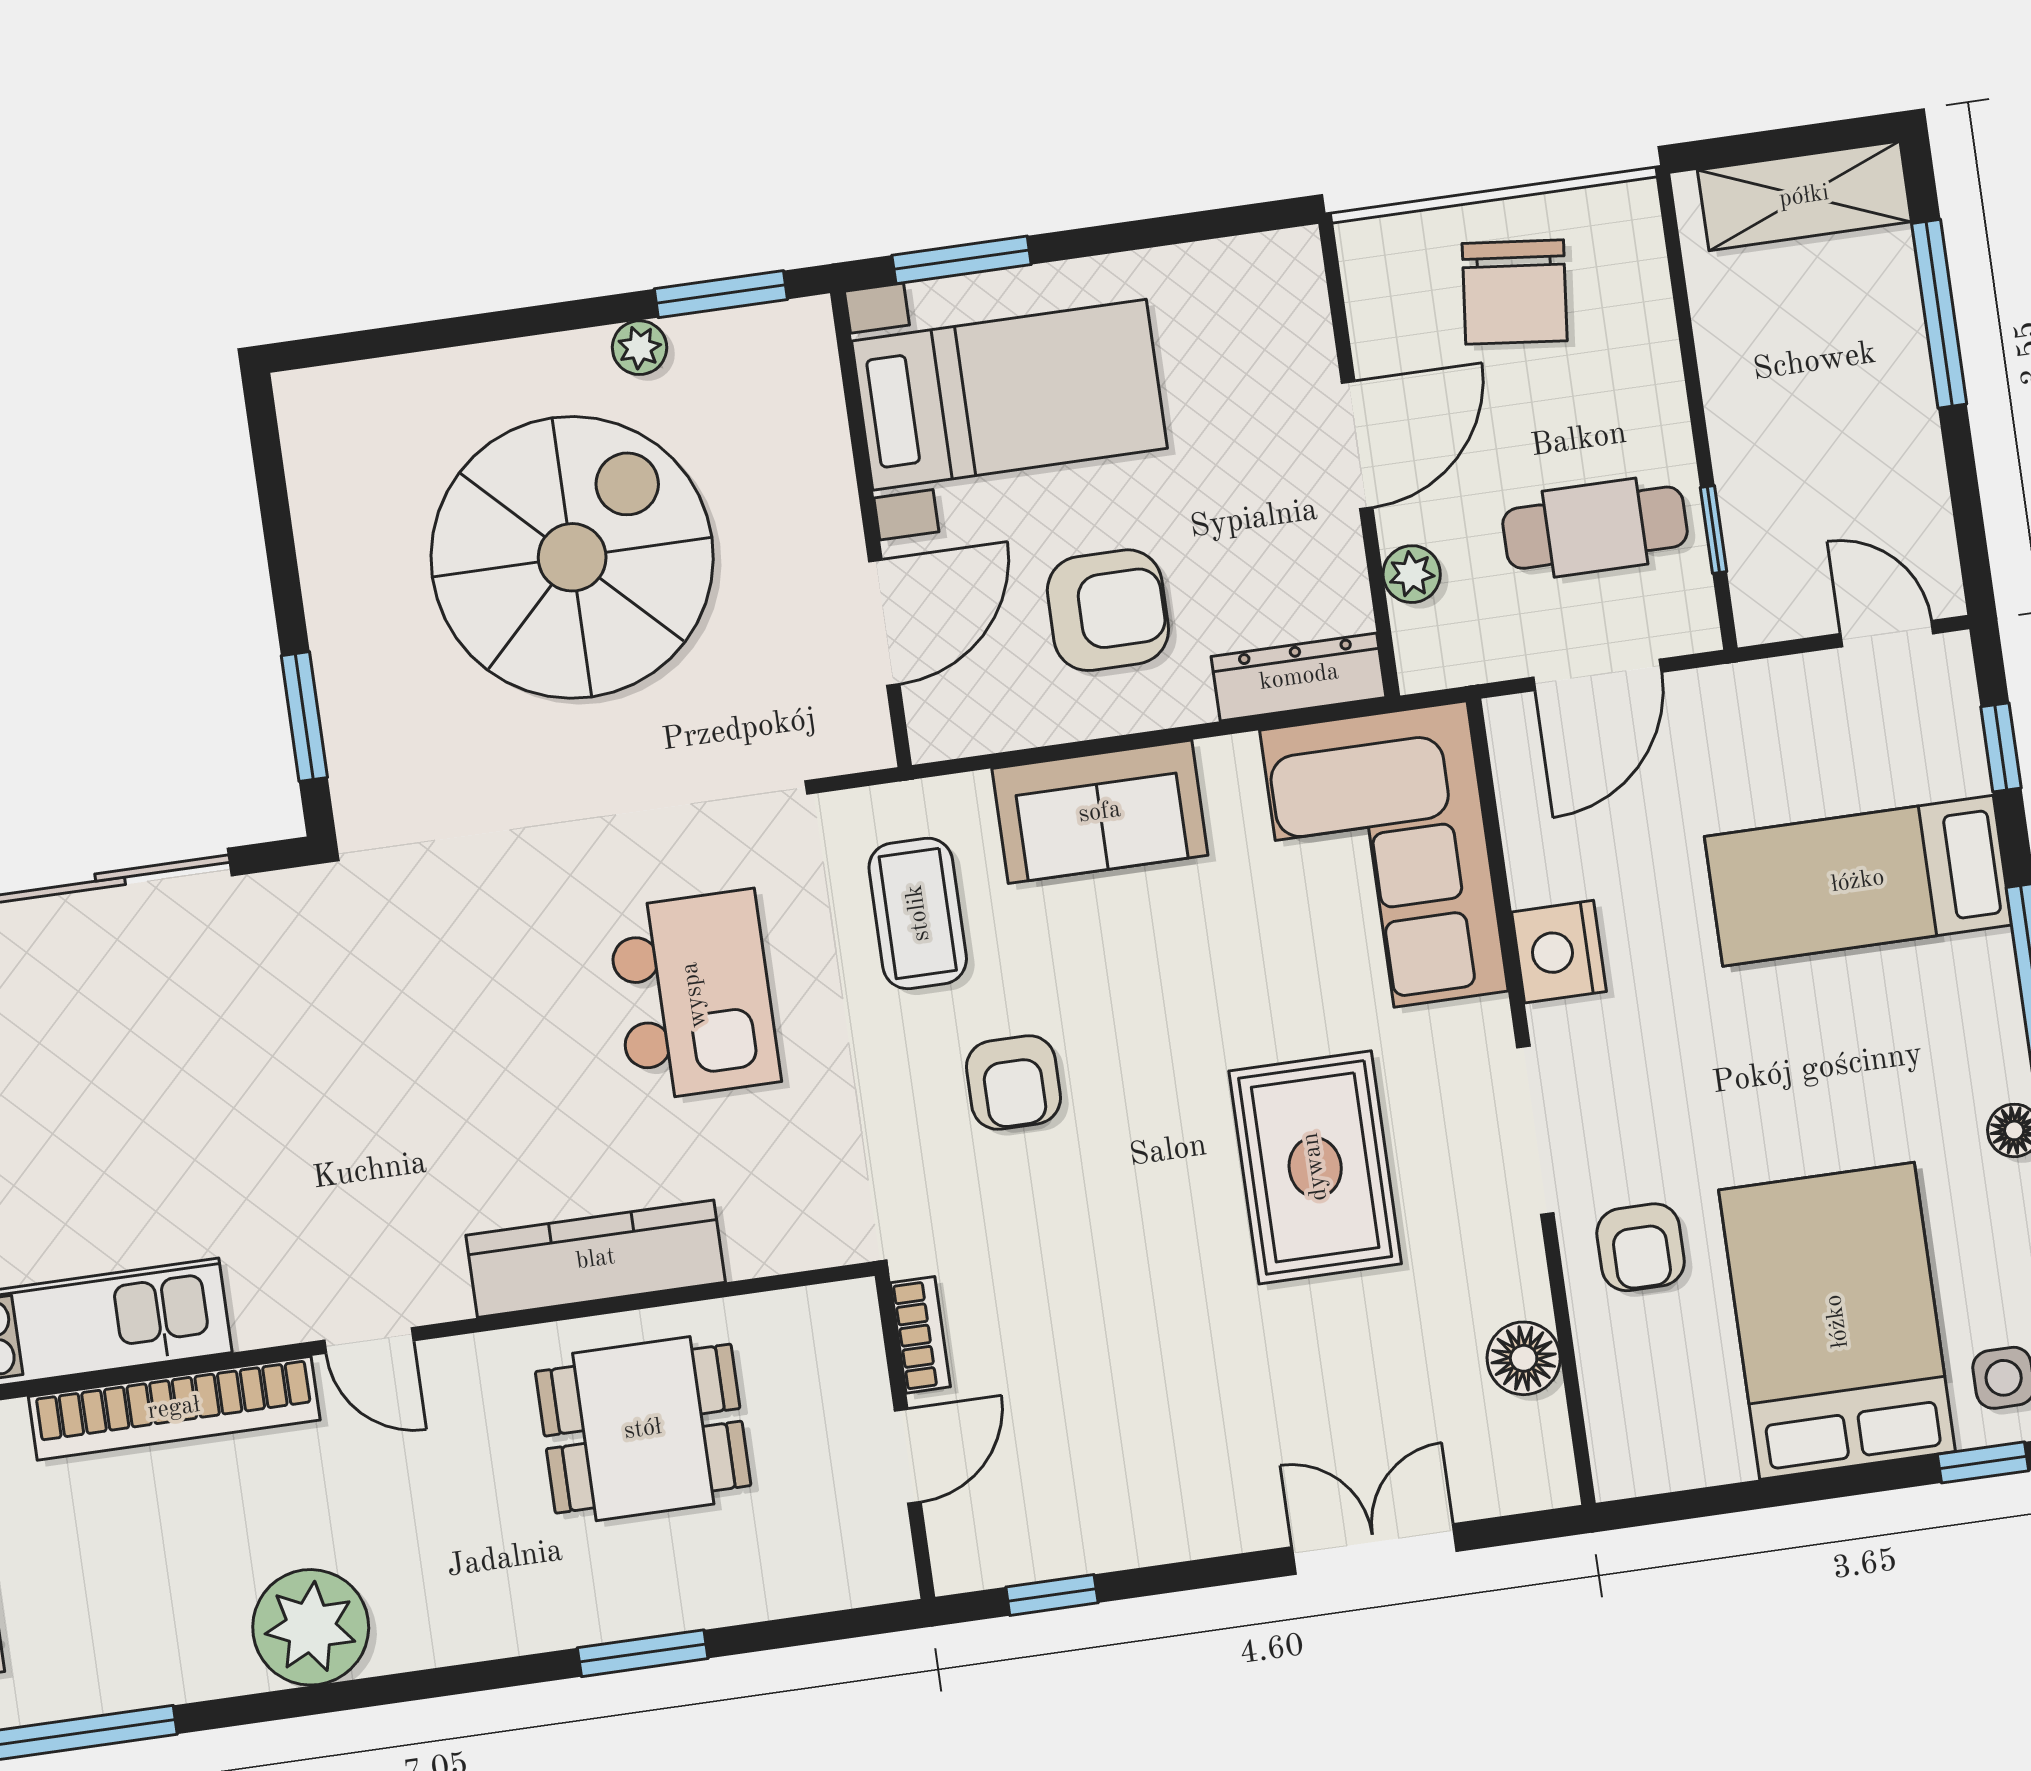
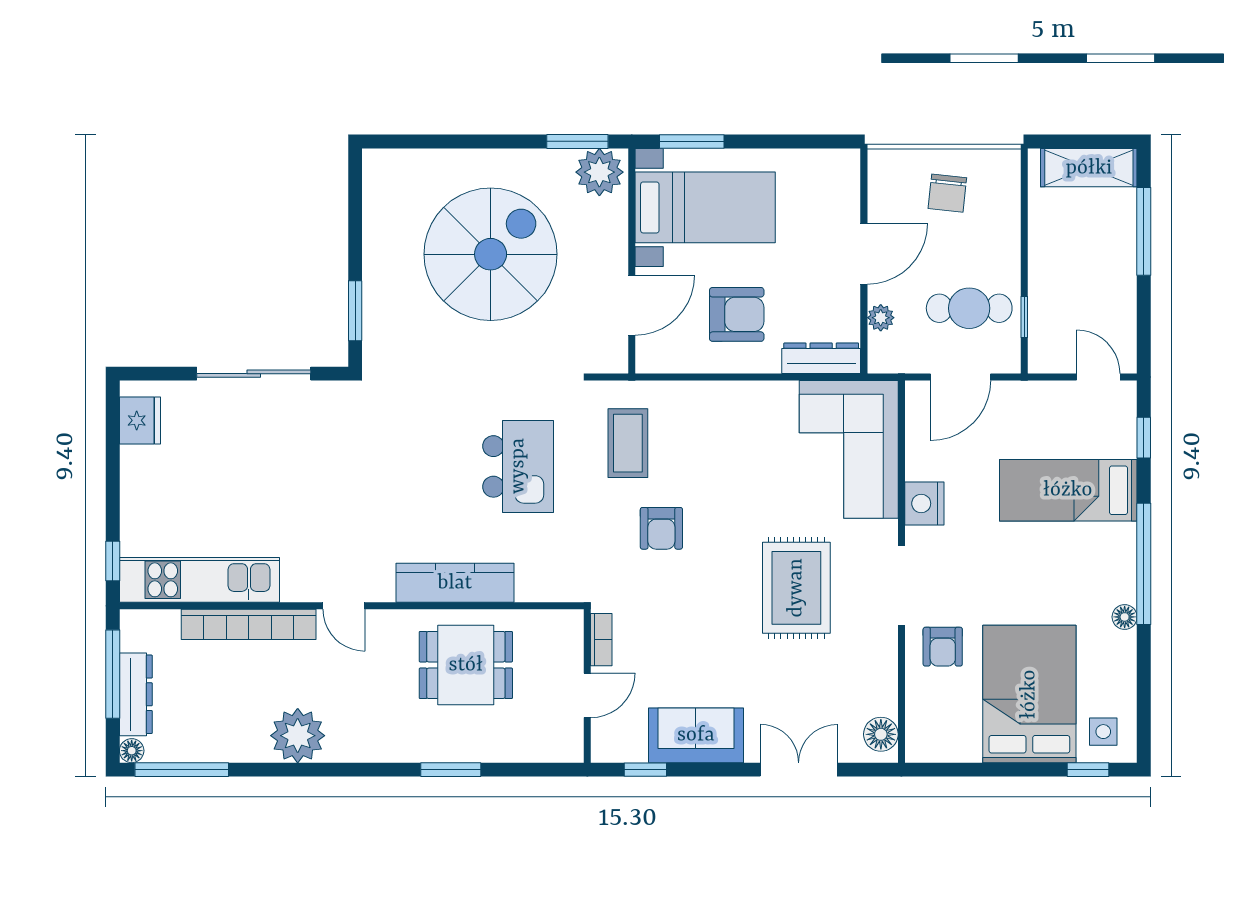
chair: (1515, 292) -> (947, 193), width x0.73, depth x0.73
plant: (640, 348) -> (599, 172), moved, width x1.87, depth x1.87
sofa: (1100, 812) -> (696, 735), moved, turned 180
floor lamp: (1524, 1358) -> (881, 734), moved

